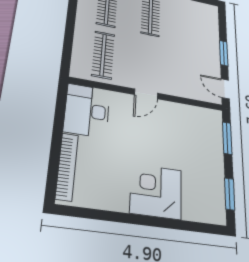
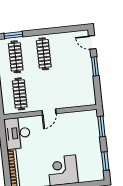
door: (225, 89) -> (92, 42), moved

